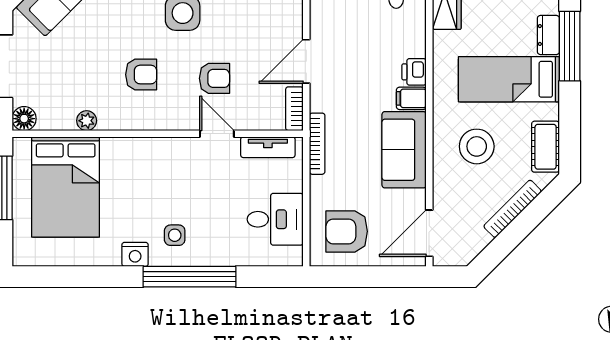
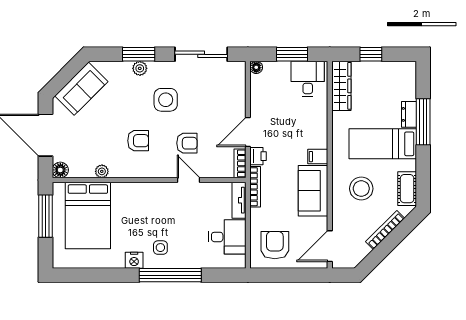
printer: (414, 72) -> (258, 156), moved, turned 180
tv unit: (268, 147) -> (239, 200), moved, turned 90
armchair: (347, 231) -> (275, 245), turned 90

